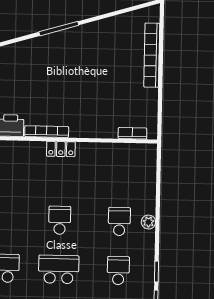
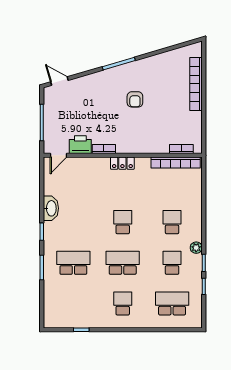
armchair: (78, 72) -> (135, 99), added
bookcase: (47, 132) -> (104, 149), width x0.64
bookcase: (125, 150) -> (176, 163), added
plant: (148, 222) -> (196, 248), moved

